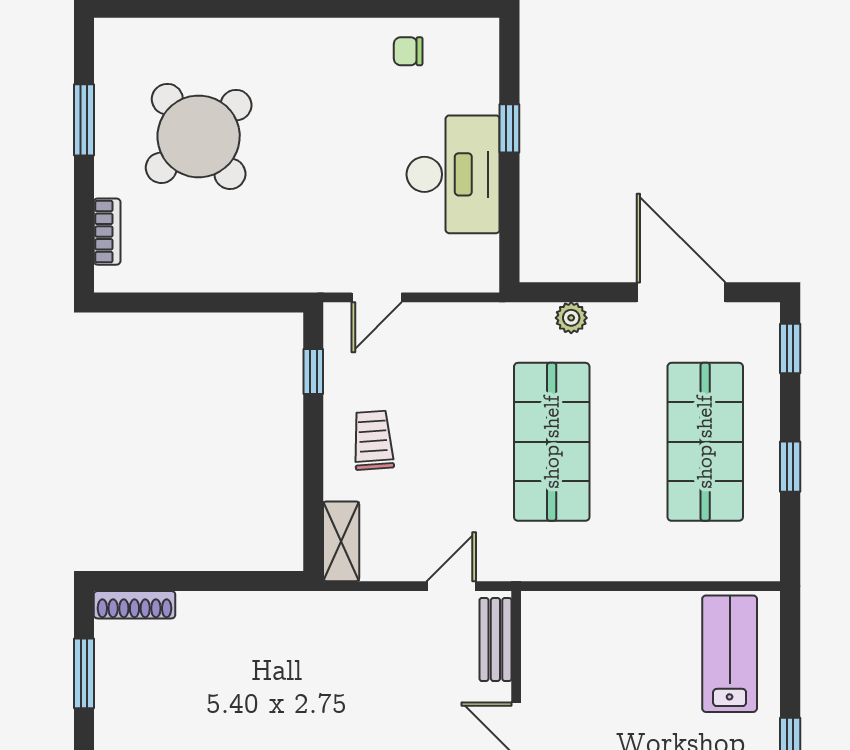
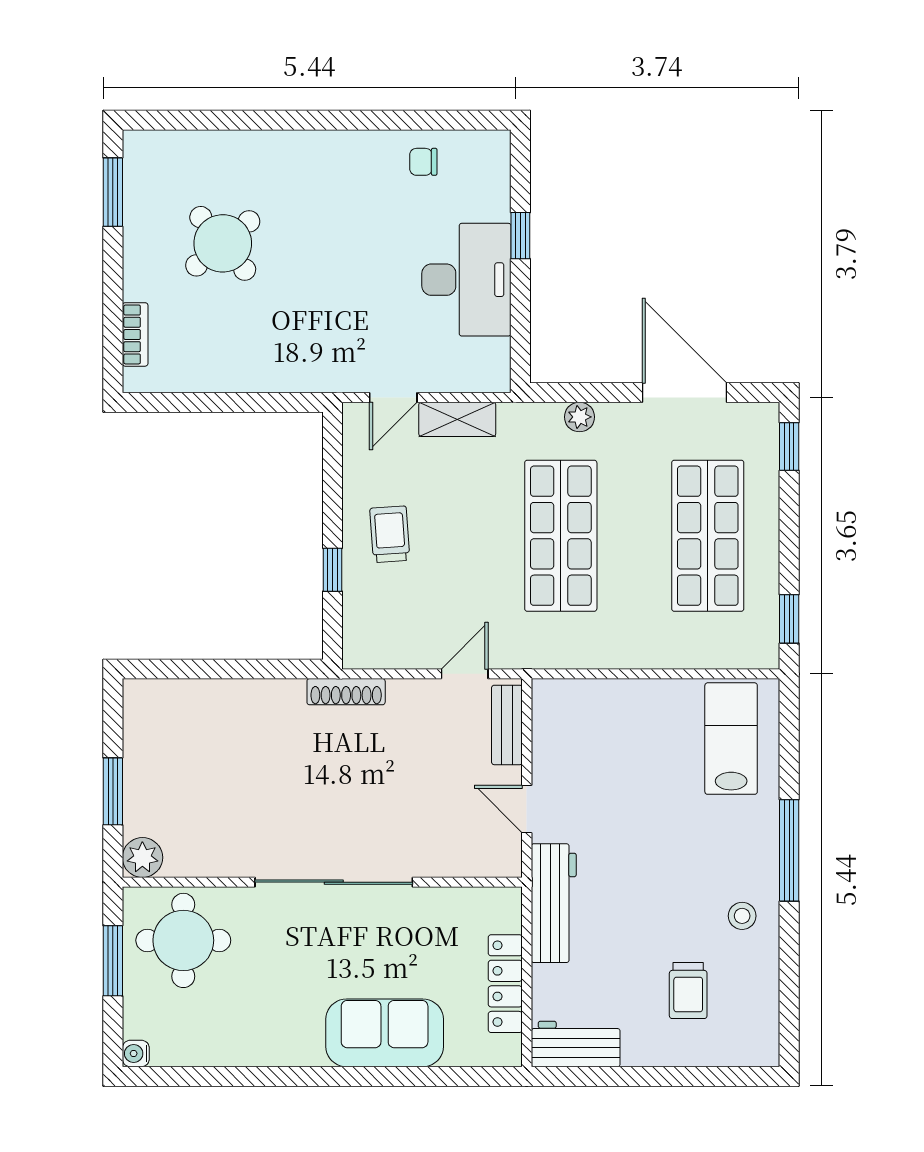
window: (84, 120) -> (113, 192), moved
round table: (199, 136) -> (223, 243), width x0.73, depth x0.73
window: (313, 371) -> (333, 570), moved
window: (790, 467) -> (789, 619), moved
shelving: (341, 541) -> (457, 419), moved, turned 90
shoe rack: (134, 605) -> (346, 692), moved
window: (84, 673) -> (113, 791), moved

